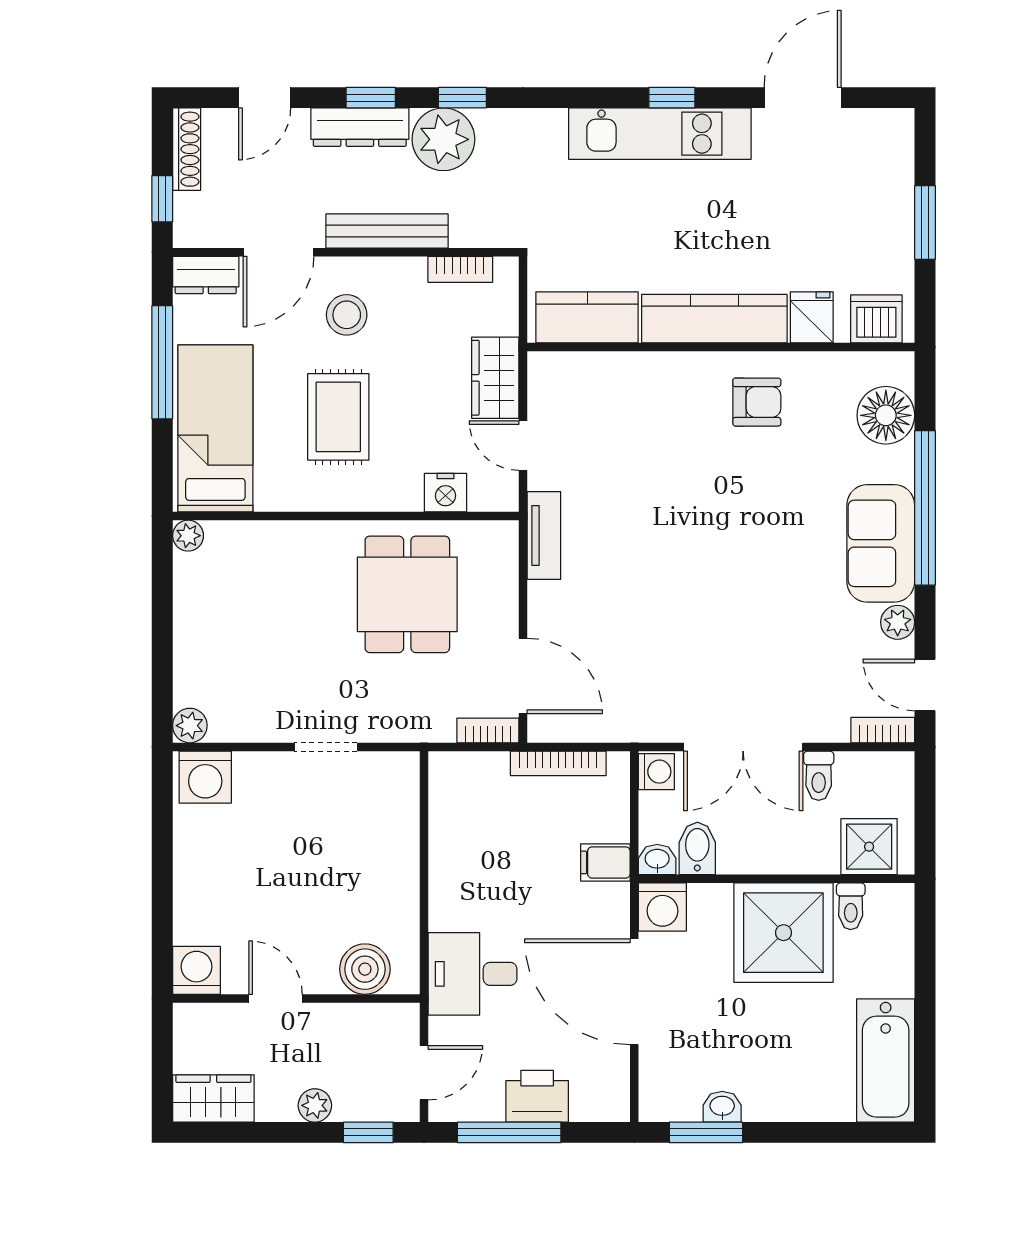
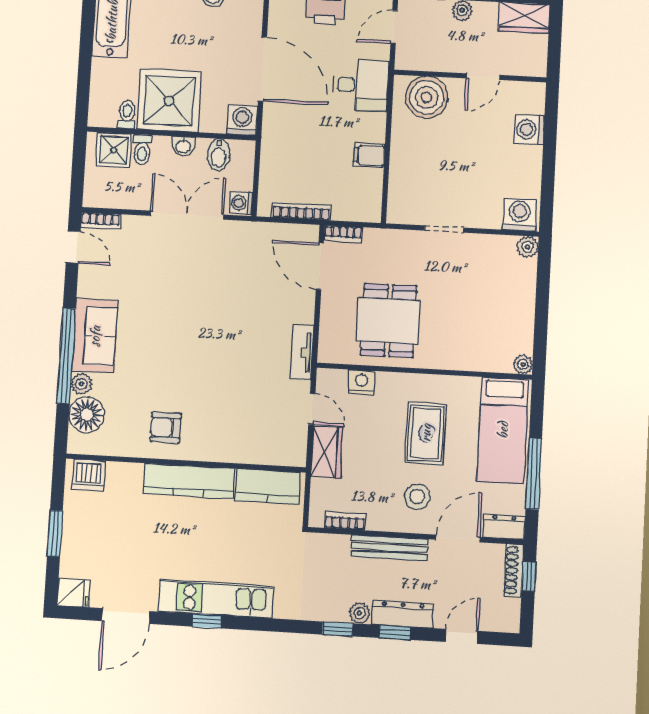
plant: (443, 139) -> (359, 613), width x0.53, depth x0.53
shoe rack: (187, 149) -> (514, 570), moved
fridge: (812, 317) -> (73, 593), moved, turned -90
plant: (898, 622) -> (81, 384), moved
toilet: (819, 776) -> (142, 150), moved, turned 180
washbasin: (657, 860) -> (183, 146), moved
filing cabinet: (605, 862) -> (369, 155), moved, turned 180
boiler: (365, 969) -> (427, 97), width x1.37, depth x1.37
washing machine: (196, 970) -> (529, 130), moved, turned 90
door: (275, 998) -> (483, 77), hinge flipped

